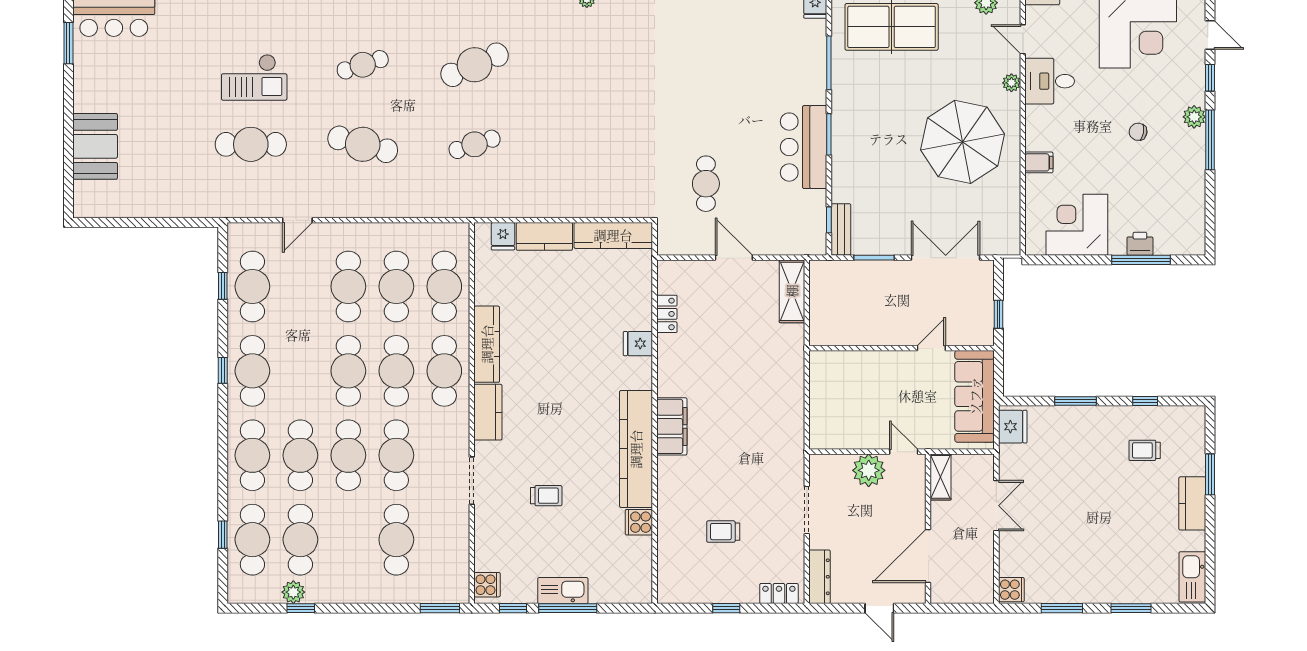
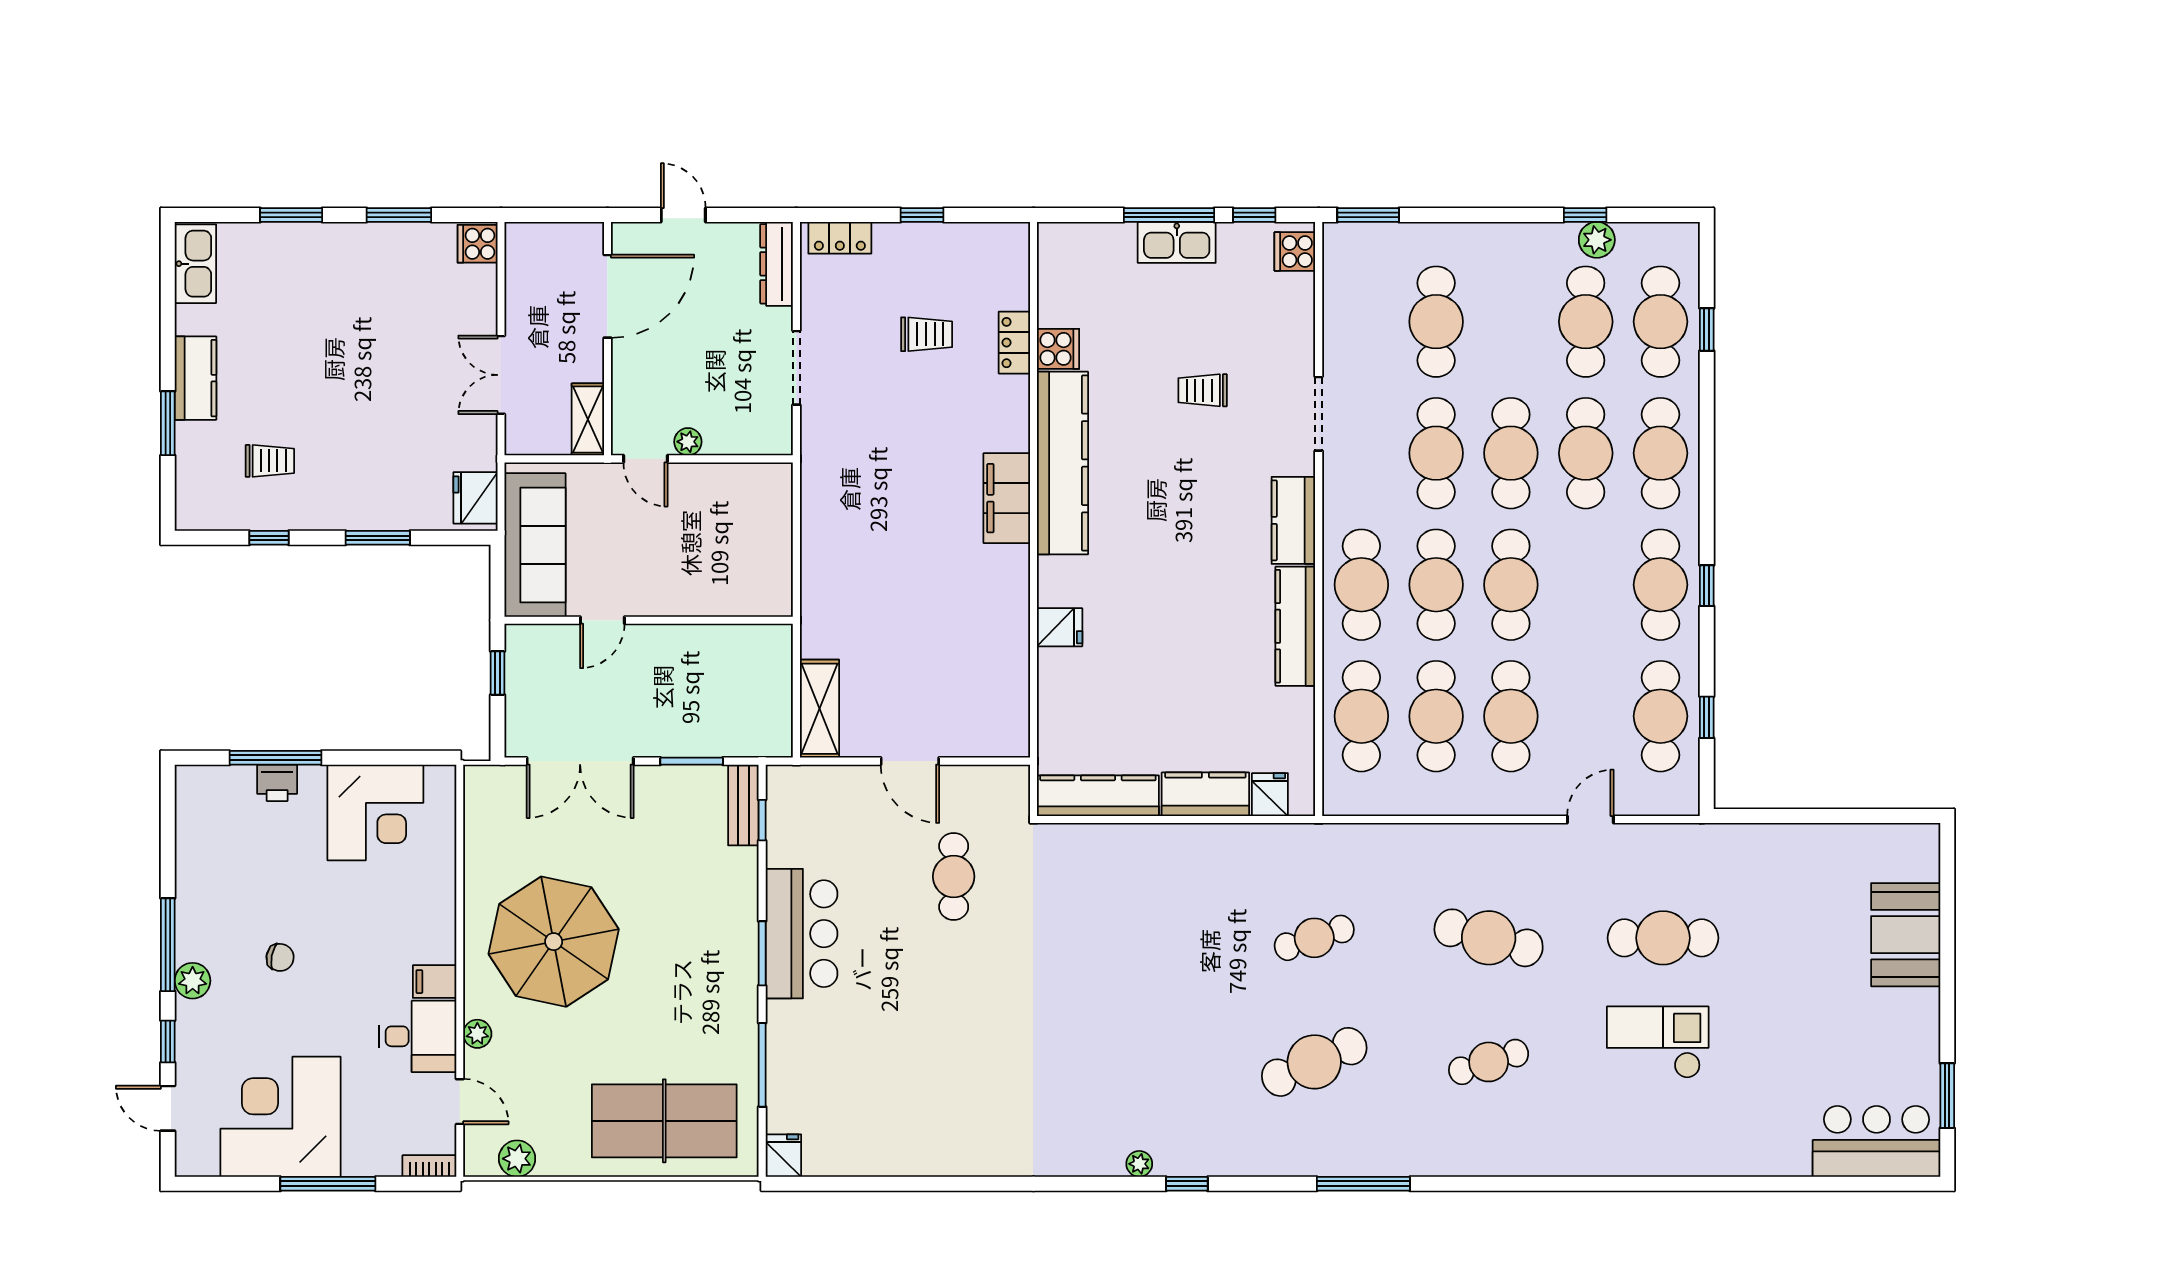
filing cabinet: (1039, 162) -> (435, 982), moved
locker: (667, 314) -> (1014, 343), moved
plant: (869, 470) -> (688, 442), width x0.53, depth x0.53

